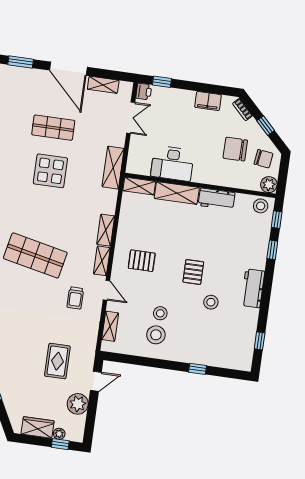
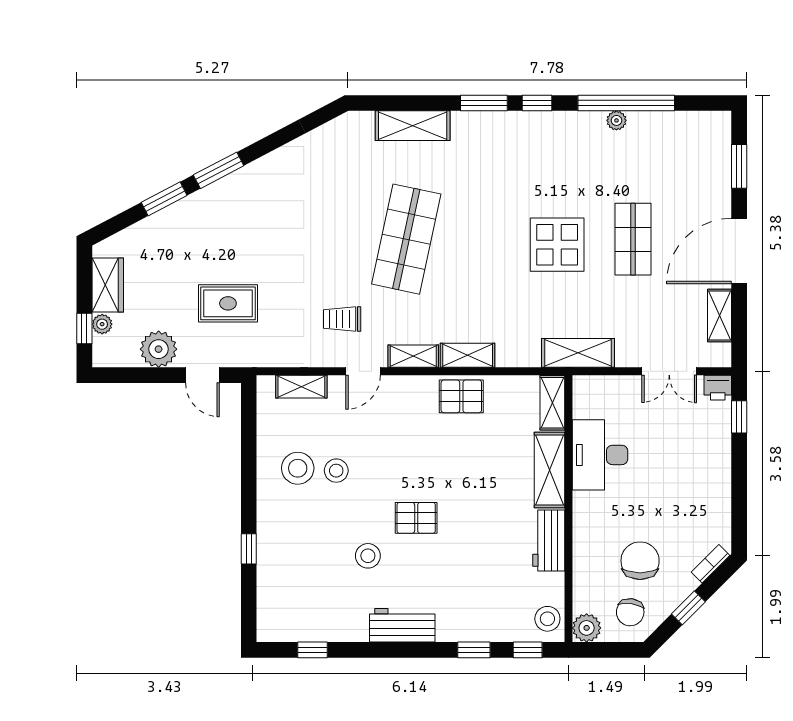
filing cabinet: (208, 101) -> (717, 502), removed
pallet: (142, 261) -> (461, 396), moved, turned 90

